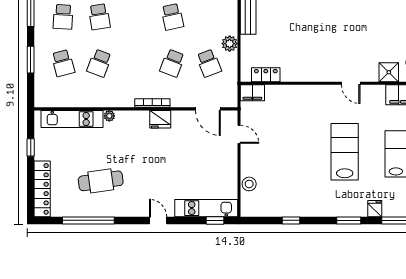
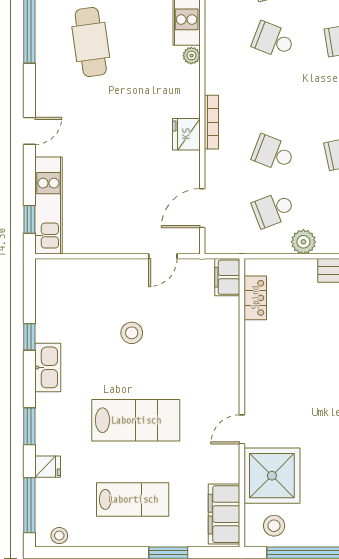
shower: (389, 72) -> (272, 476), width x1.86, depth x1.86
stool: (249, 184) -> (132, 333), moved
kitchen sink: (311, 209) -> (48, 367), added

